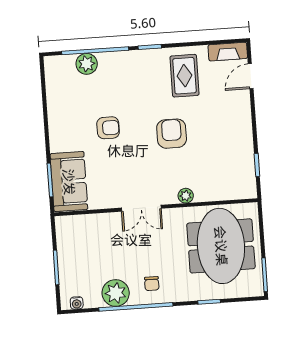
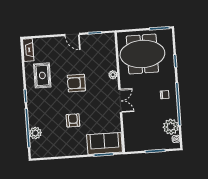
rug: (185, 76) -> (42, 75), turned 90
door: (251, 76) -> (72, 34), moved
plant: (116, 293) -> (171, 127), moved

